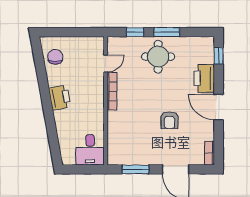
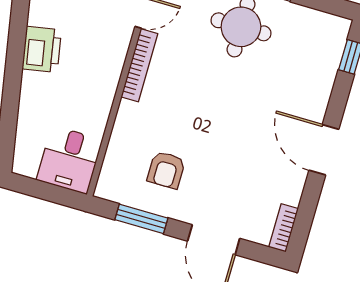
printer: (204, 78) -> (313, 90), removed
armchair: (170, 120) -> (166, 170), moved

